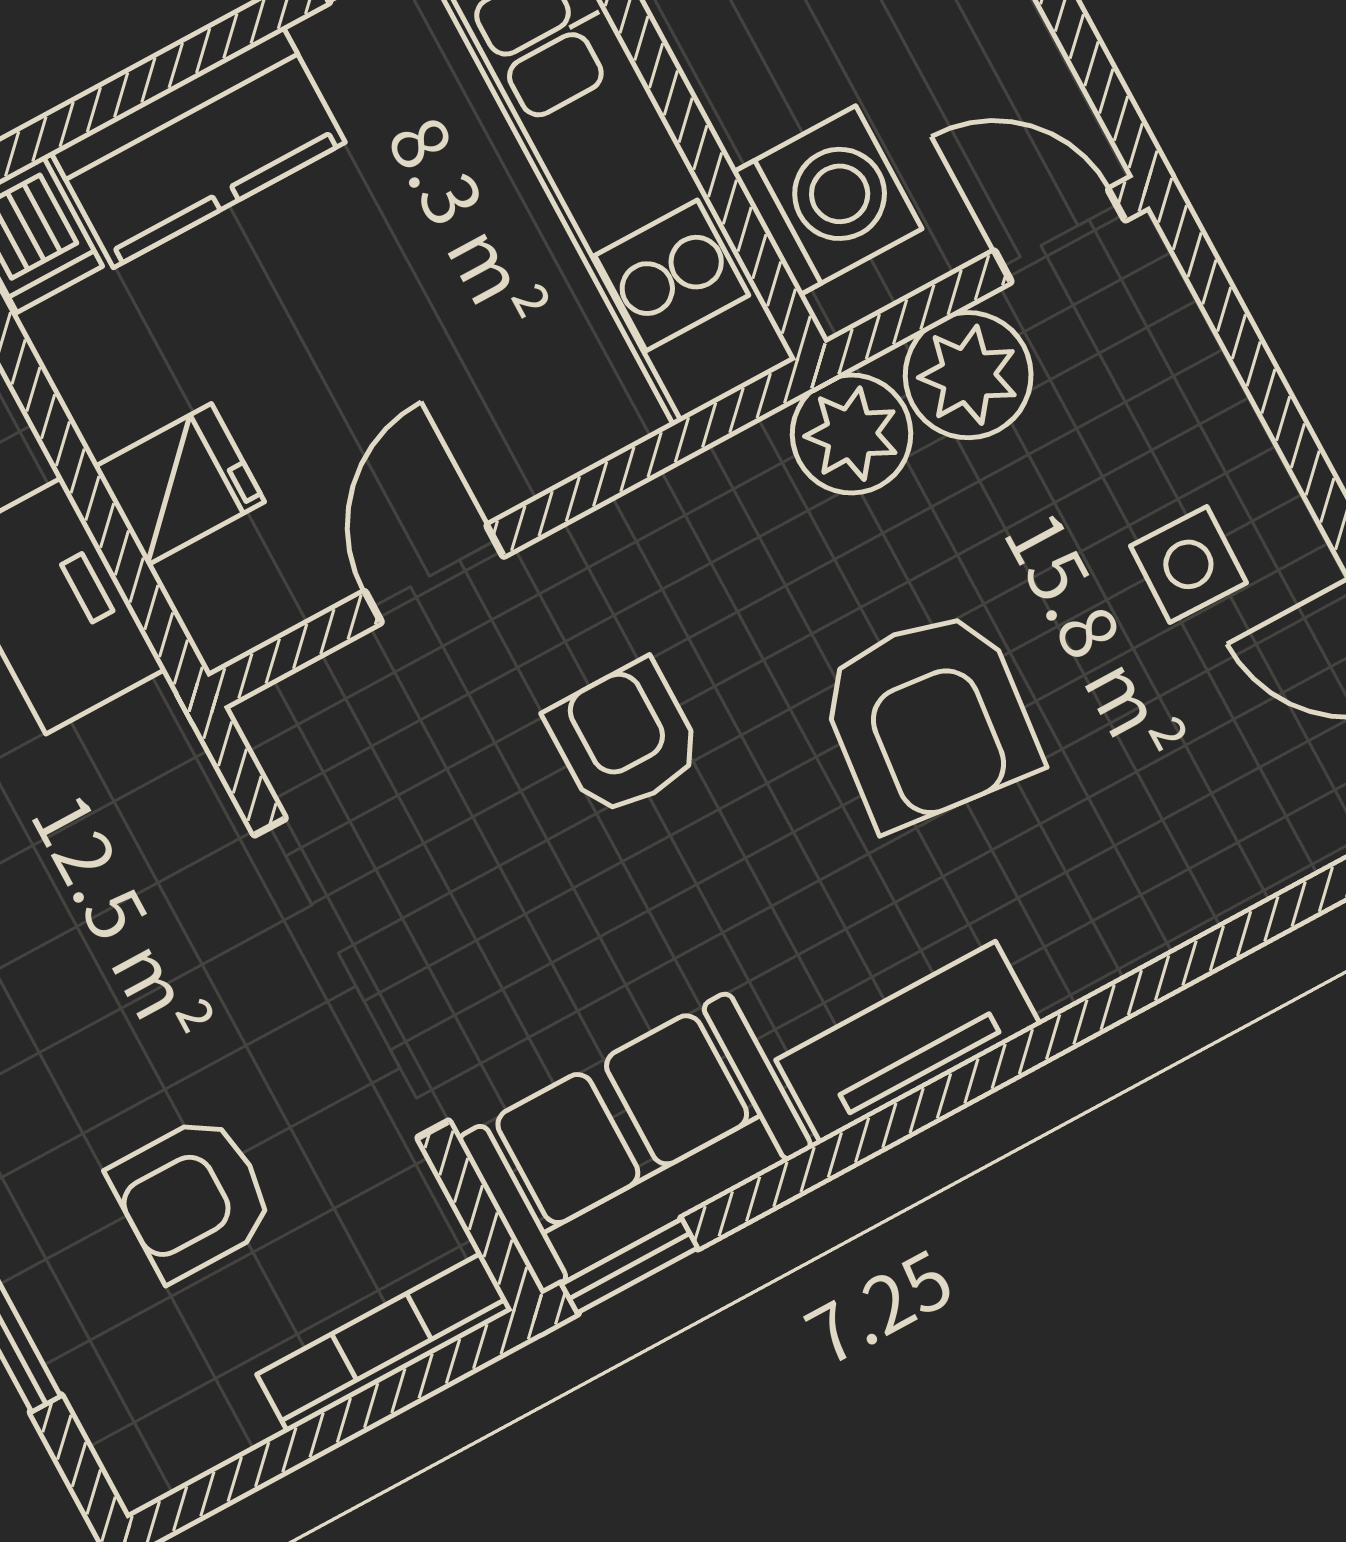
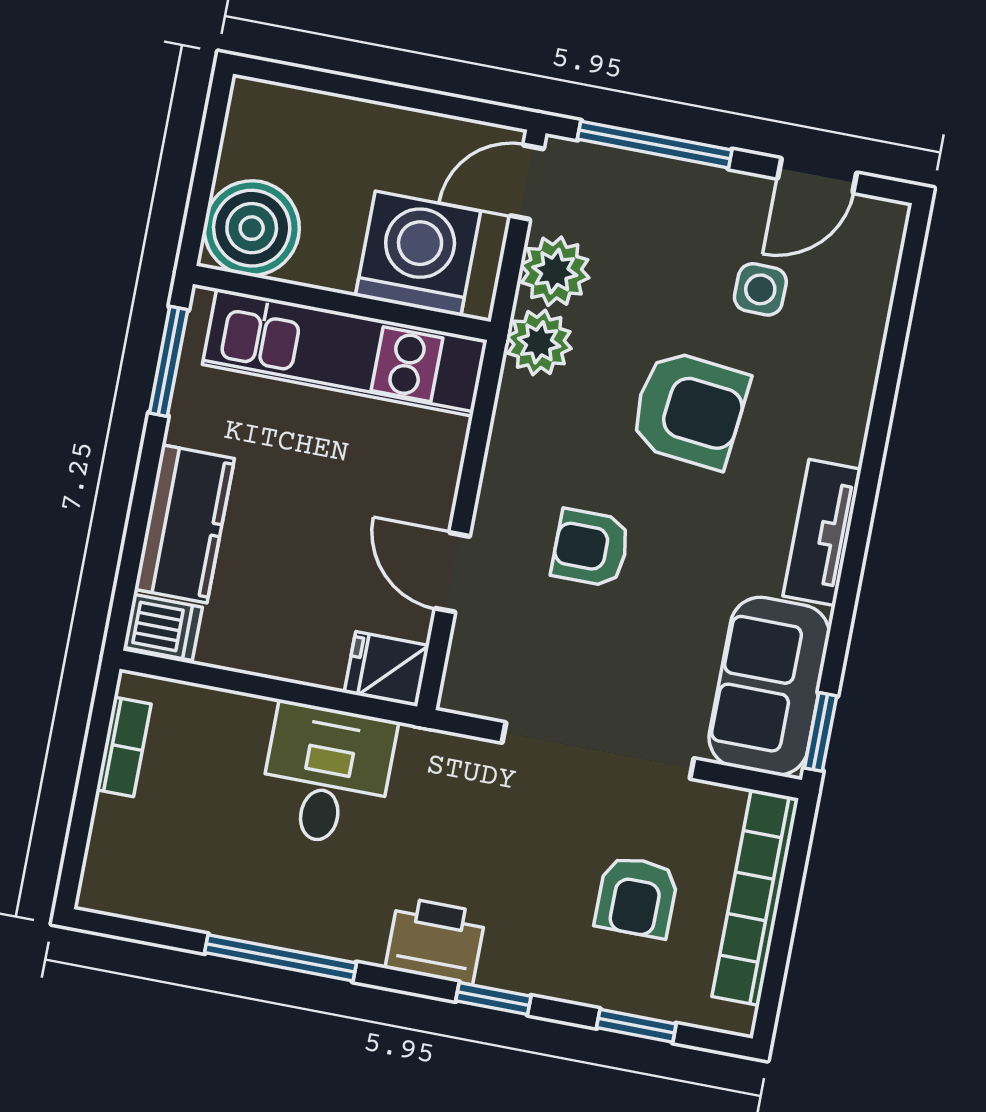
washing machine: (827, 201) -> (418, 254), width x1.37, depth x1.37
window: (1257, 371) -> (655, 145), added
fridge: (179, 484) -> (387, 669), moved, turned -90
side table: (1188, 564) -> (760, 289), moved
bookcase: (385, 1342) -> (755, 897), width x1.48, depth x1.31

